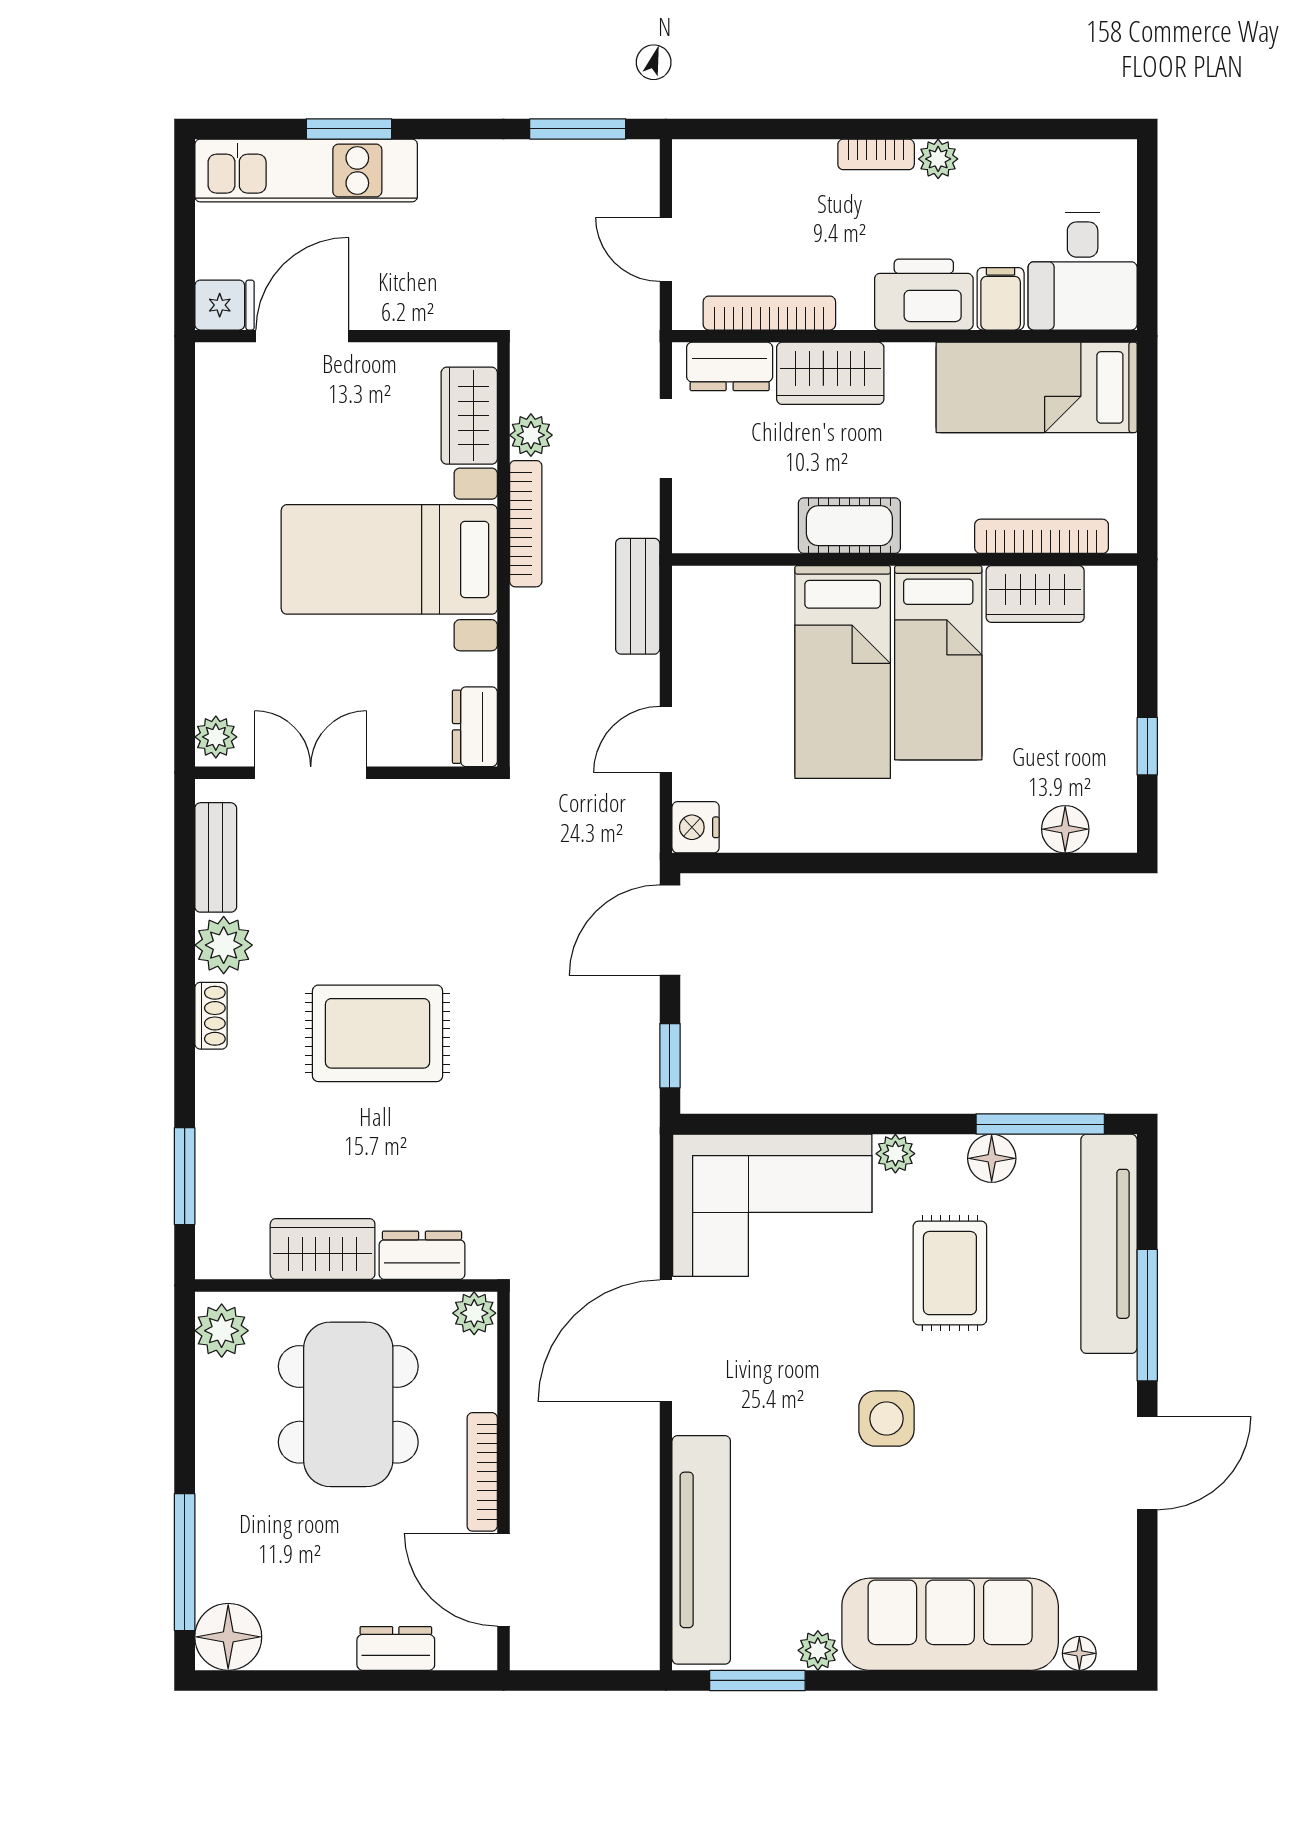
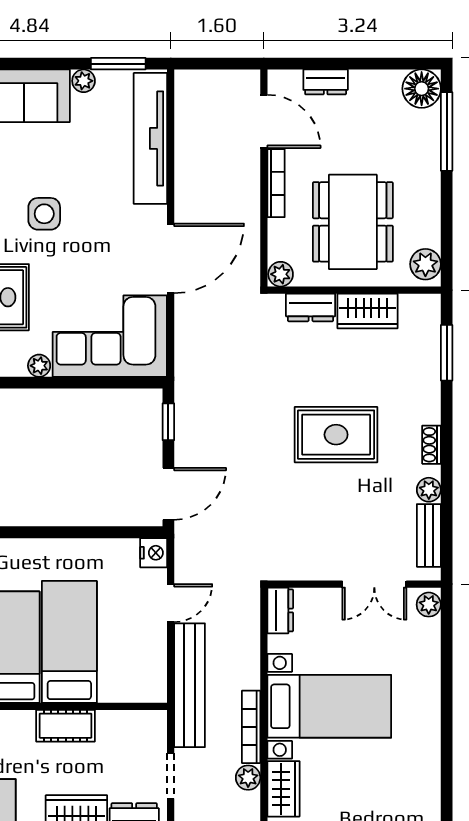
bench: (638, 596) -> (190, 685), width x1.86, depth x1.21
plant: (224, 945) -> (429, 490), width x0.73, depth x0.73

